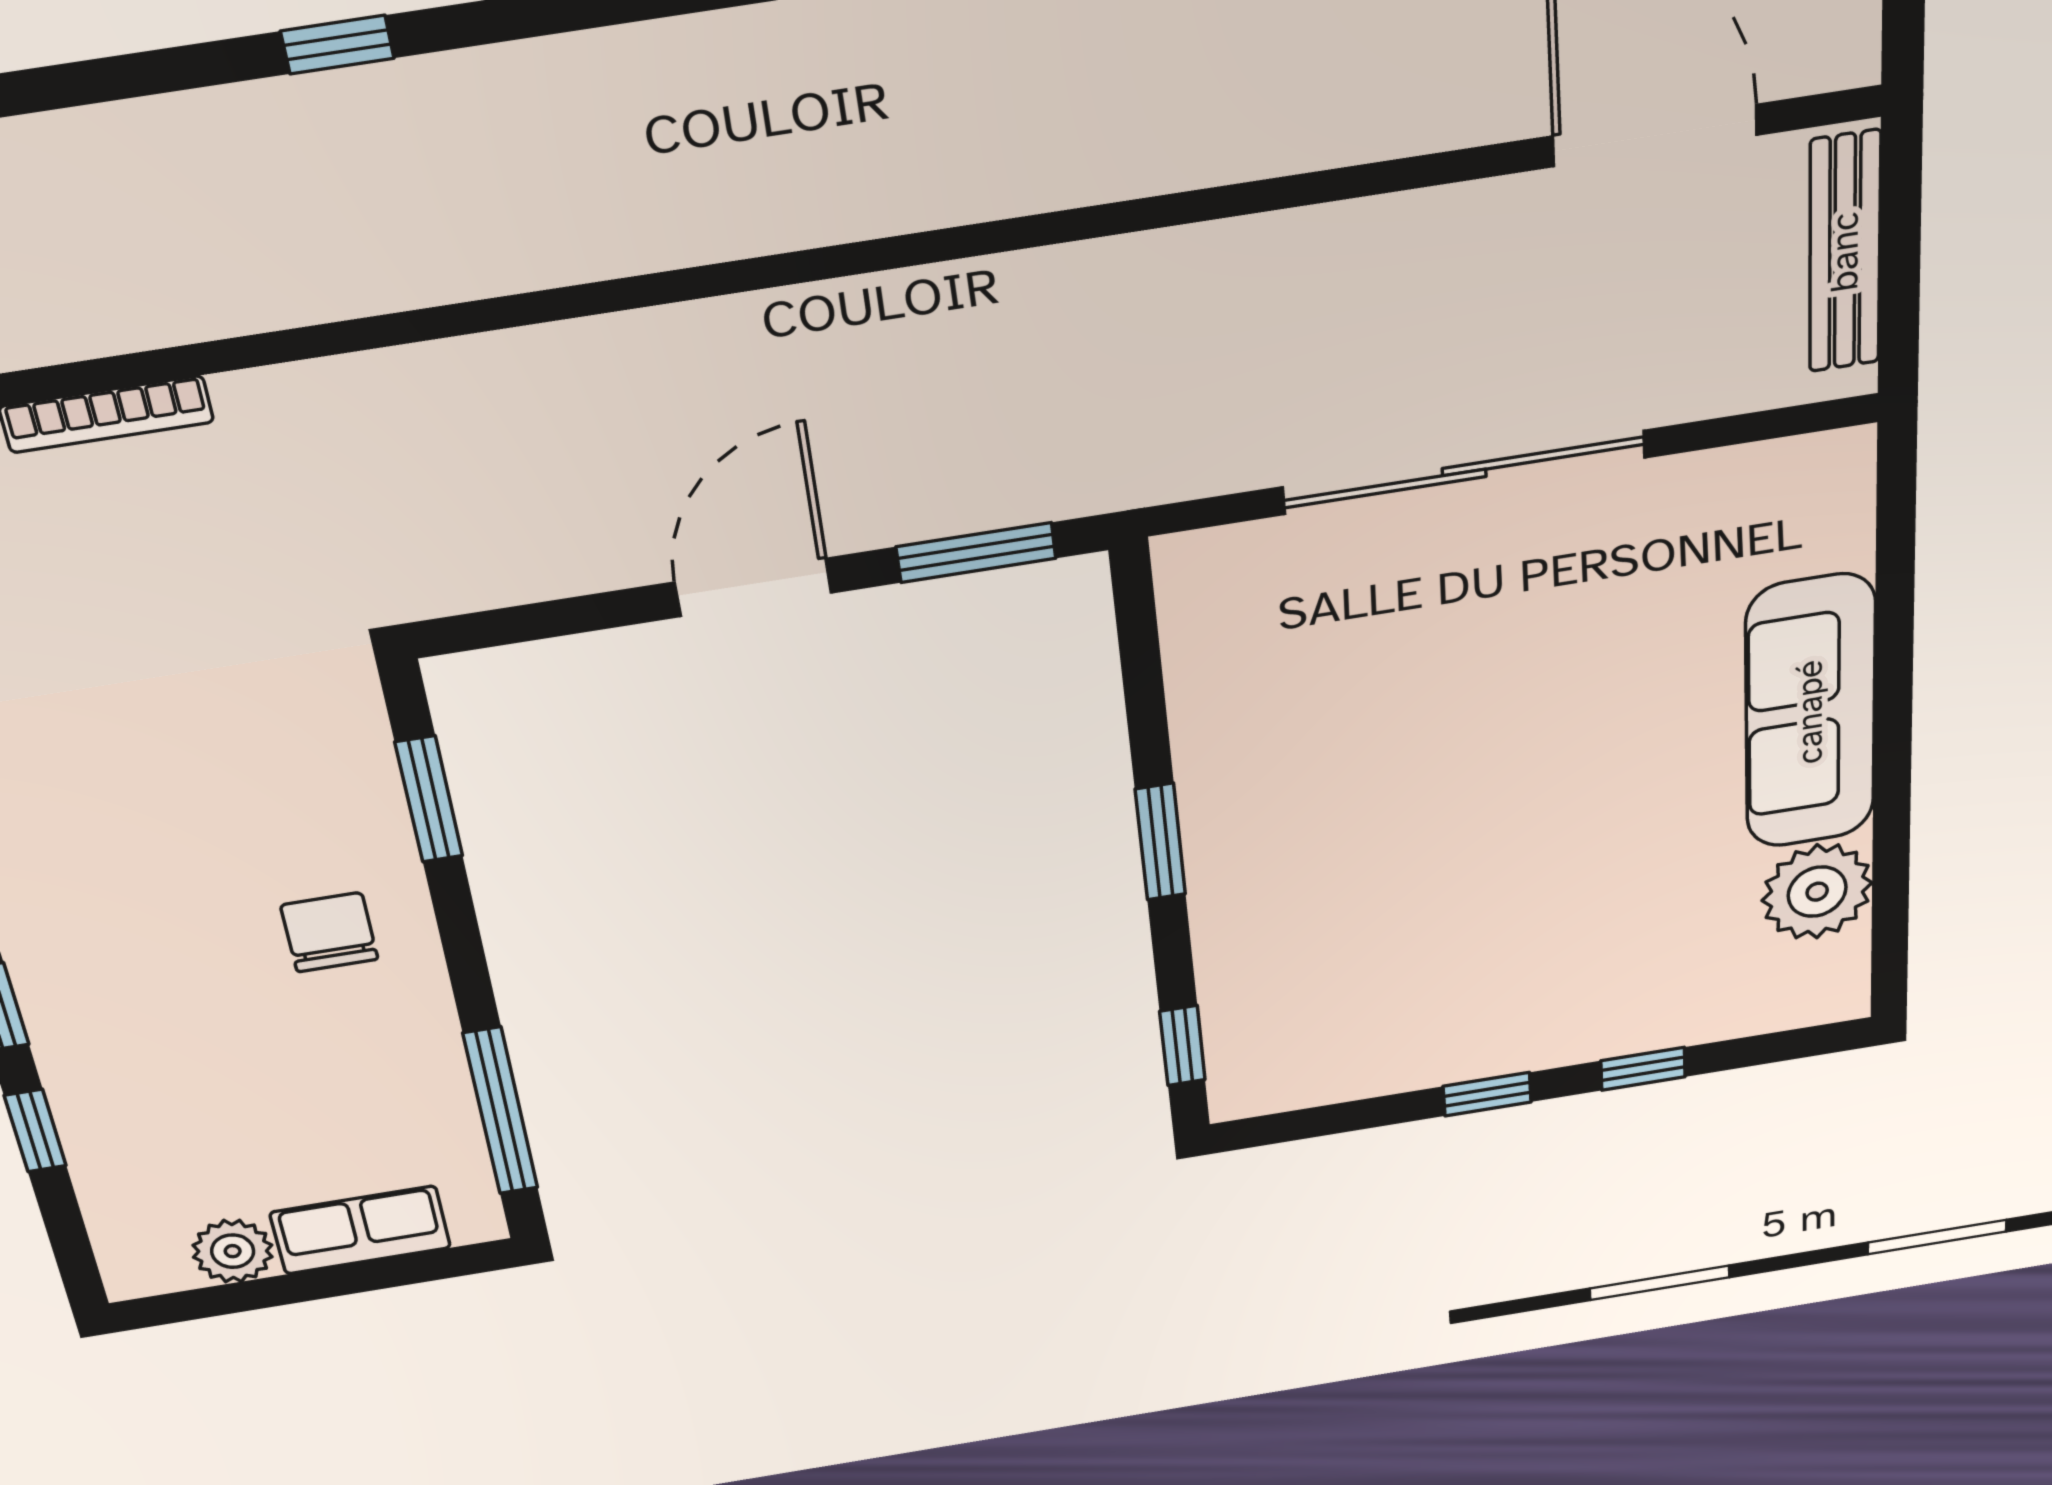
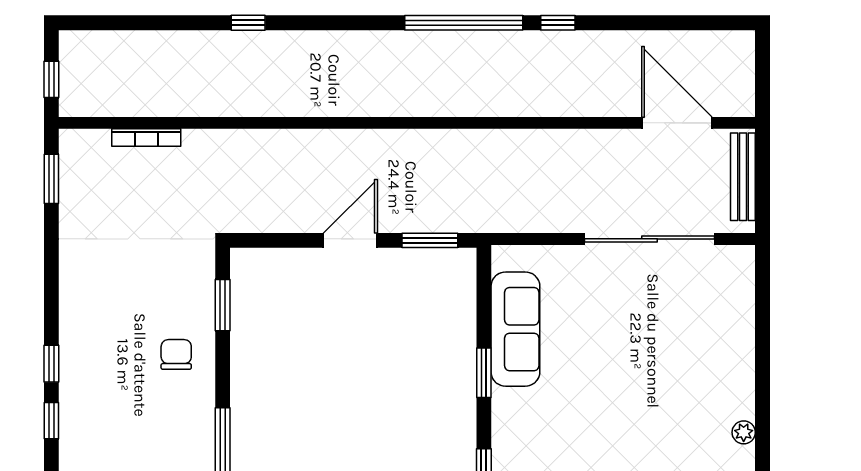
sliding door: (1464, 472) -> (649, 239), moved
sofa: (1810, 712) -> (515, 329), moved, turned 180
plant: (1817, 892) -> (744, 432), width x0.53, depth x0.53

